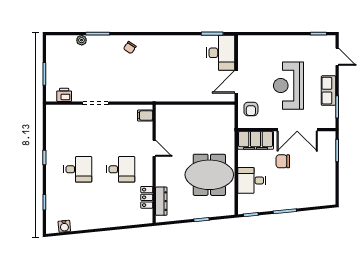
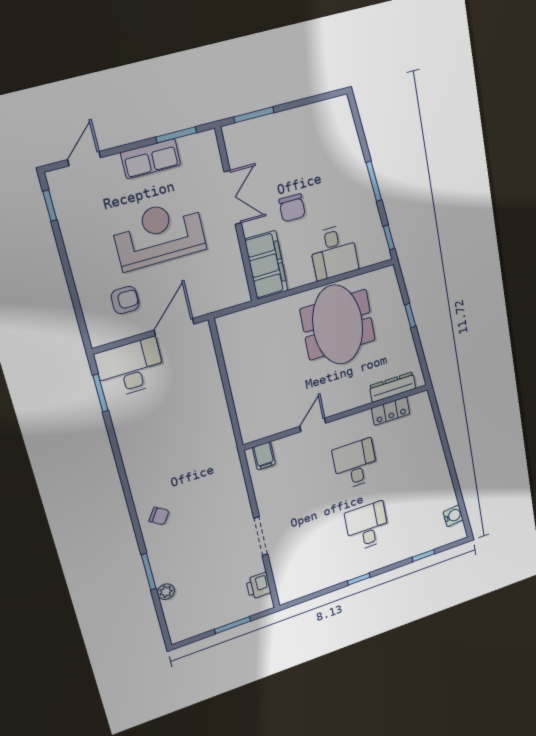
door: (236, 82) -> (174, 327), swing flipped
reception desk: (288, 86) -> (159, 234), turned 180
armchair: (251, 109) -> (125, 300), moved
double door: (297, 130) -> (233, 197), width x0.73

